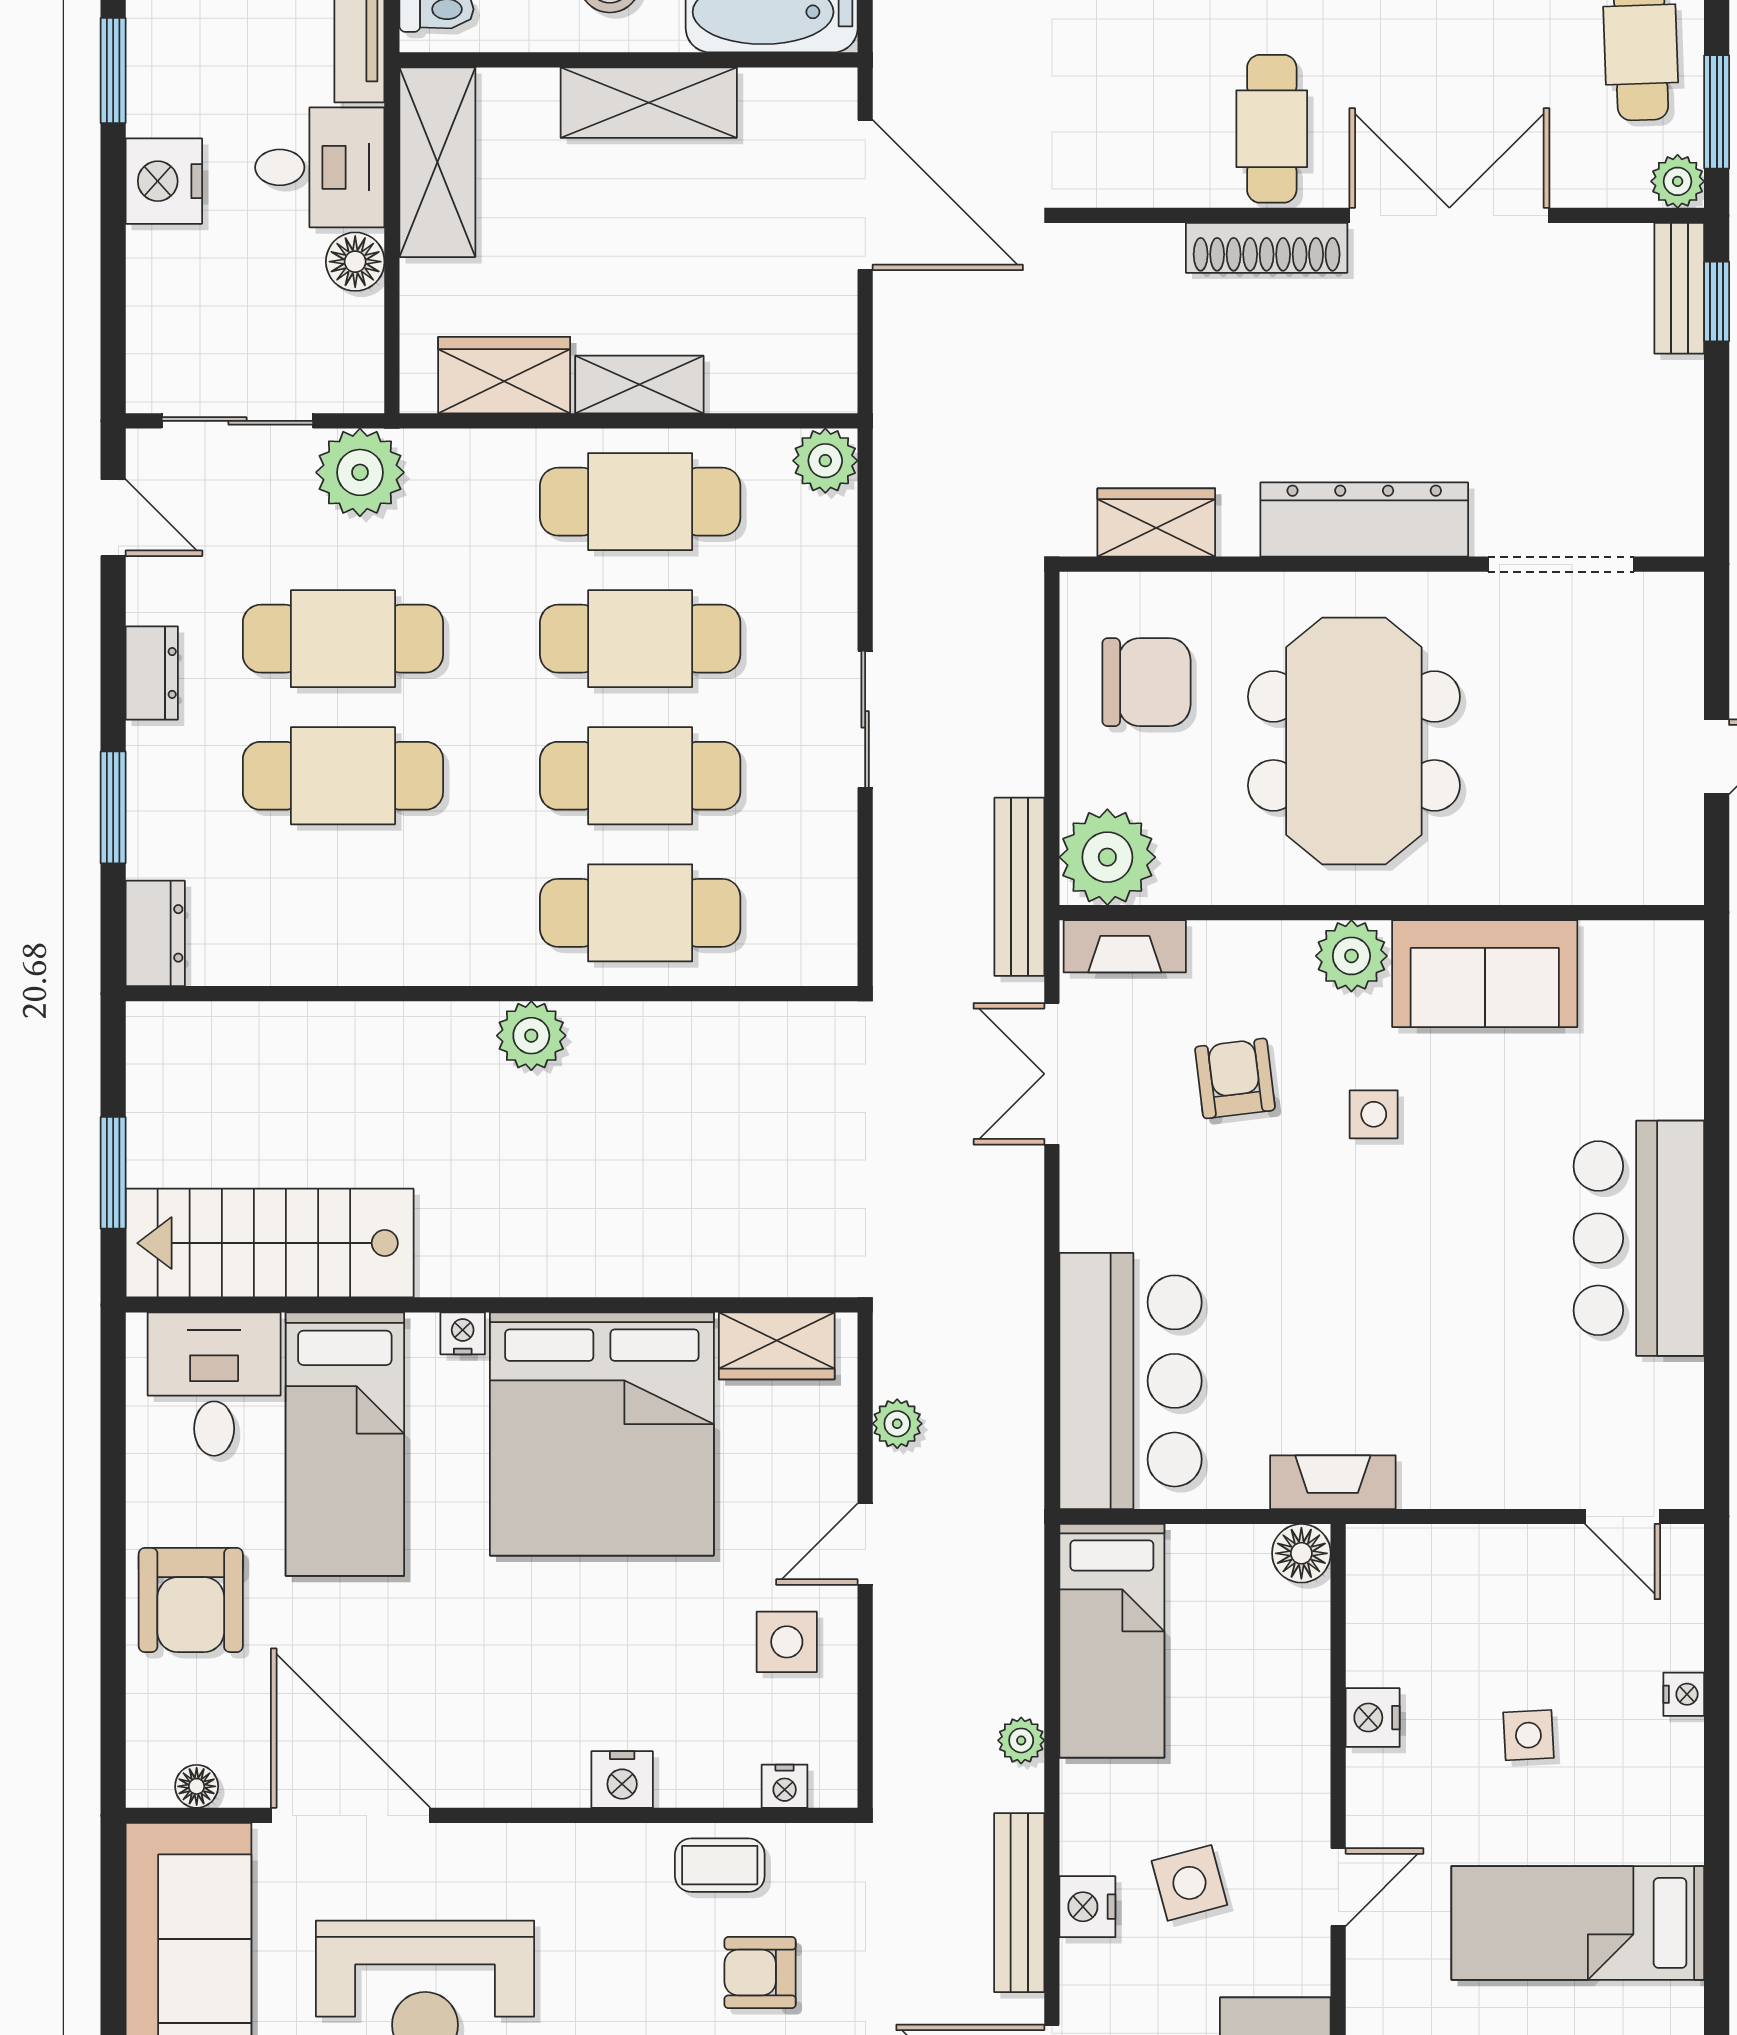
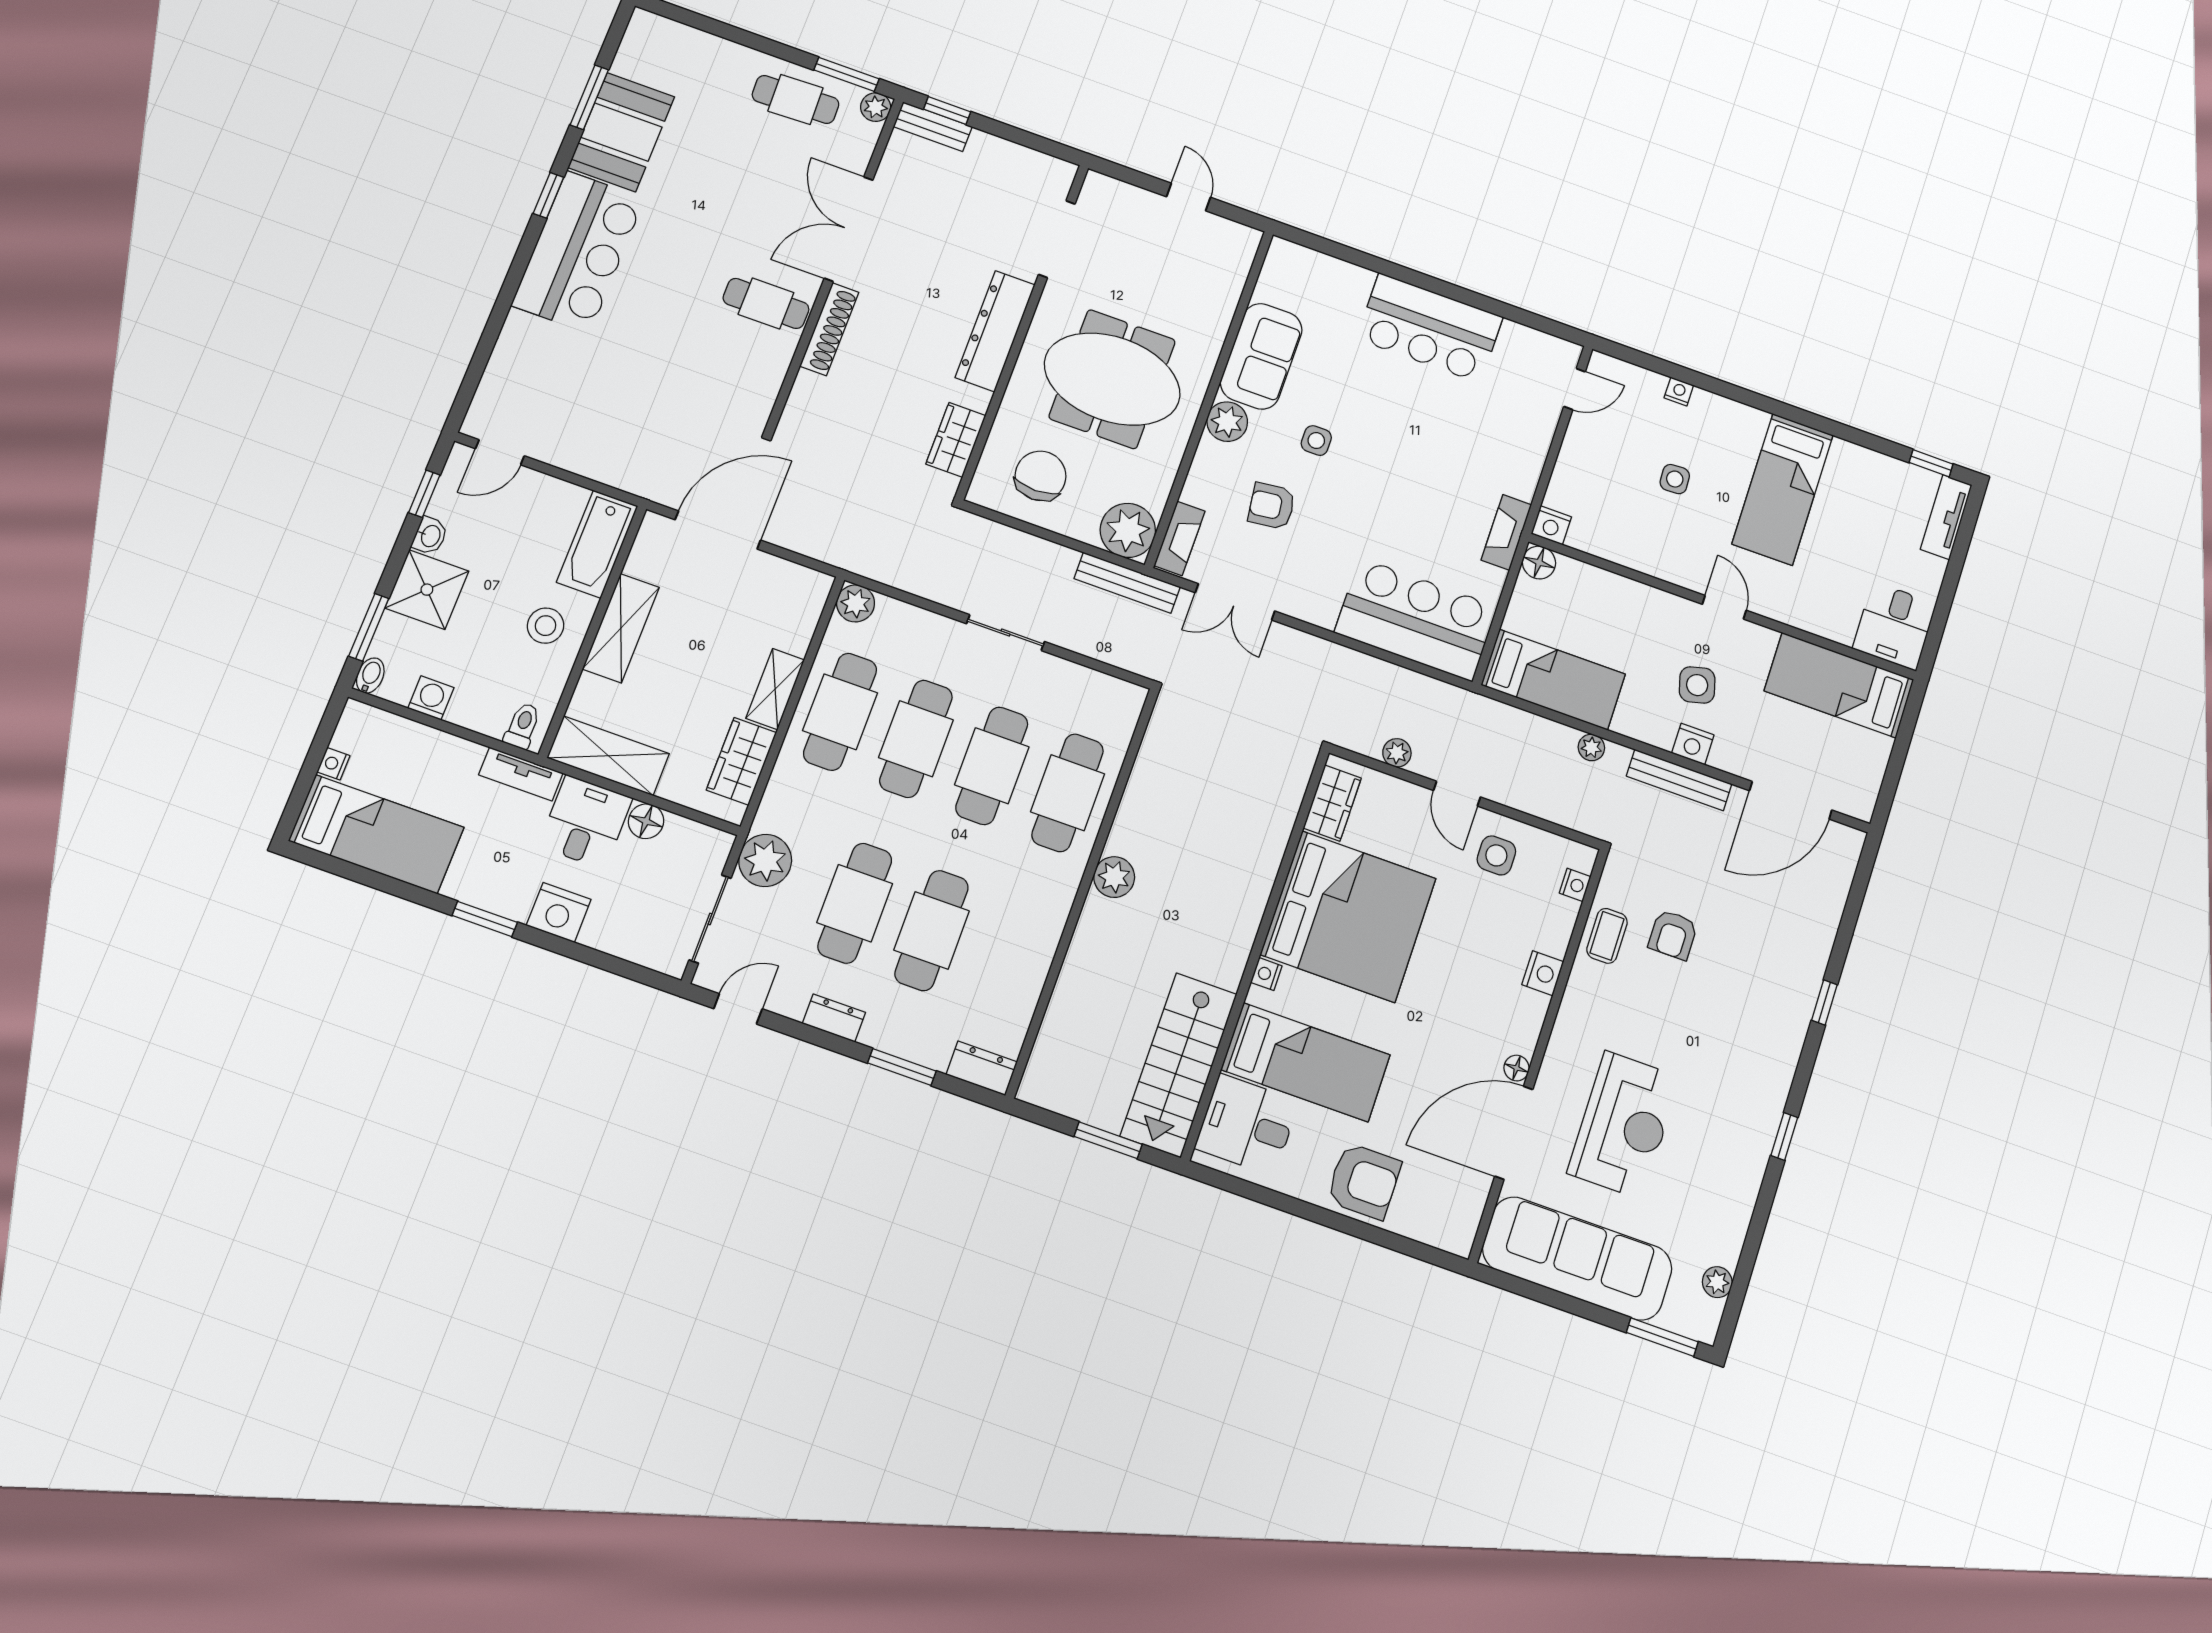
nightstand: (1373, 1718) -> (1551, 525), moved
floor lamp: (197, 1786) -> (1516, 1068), moved

